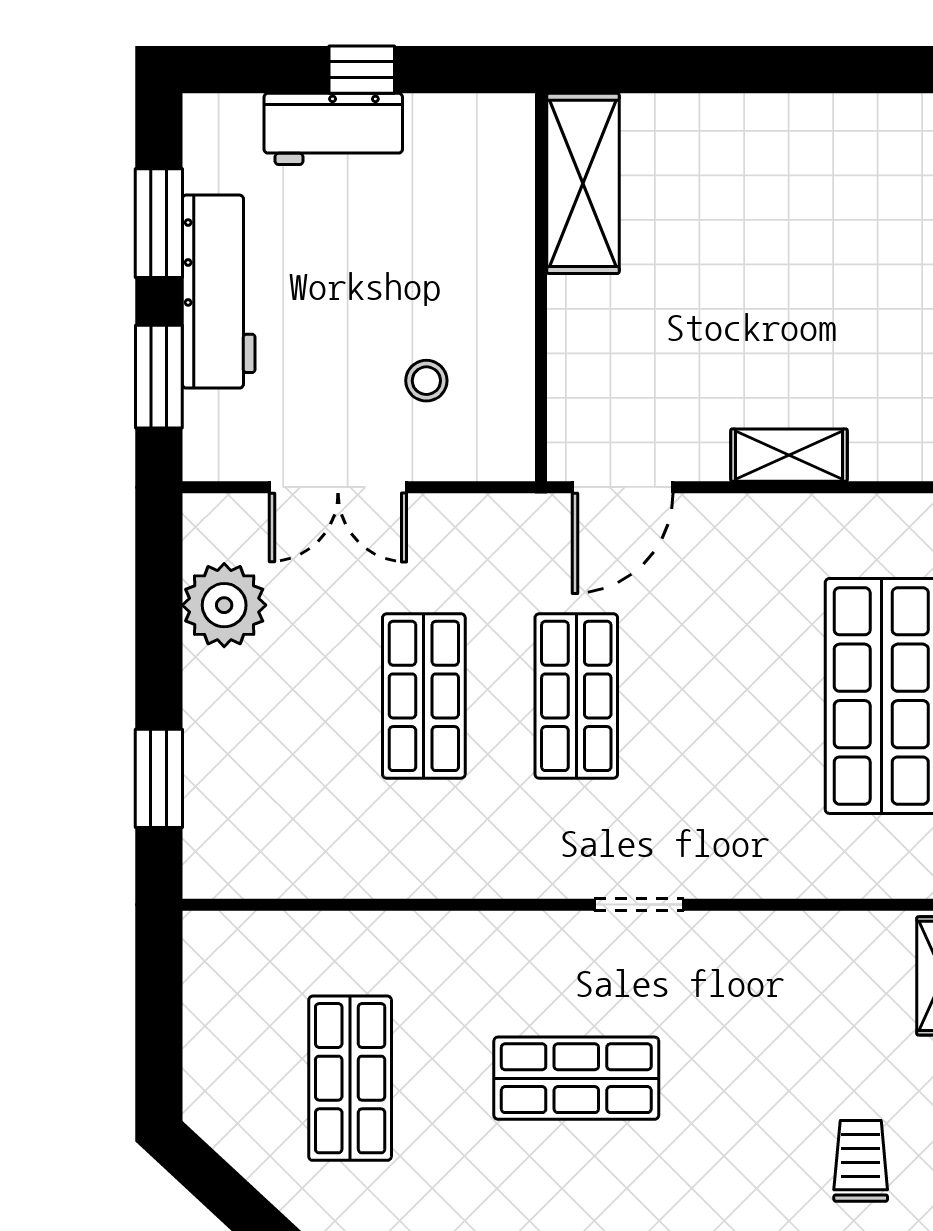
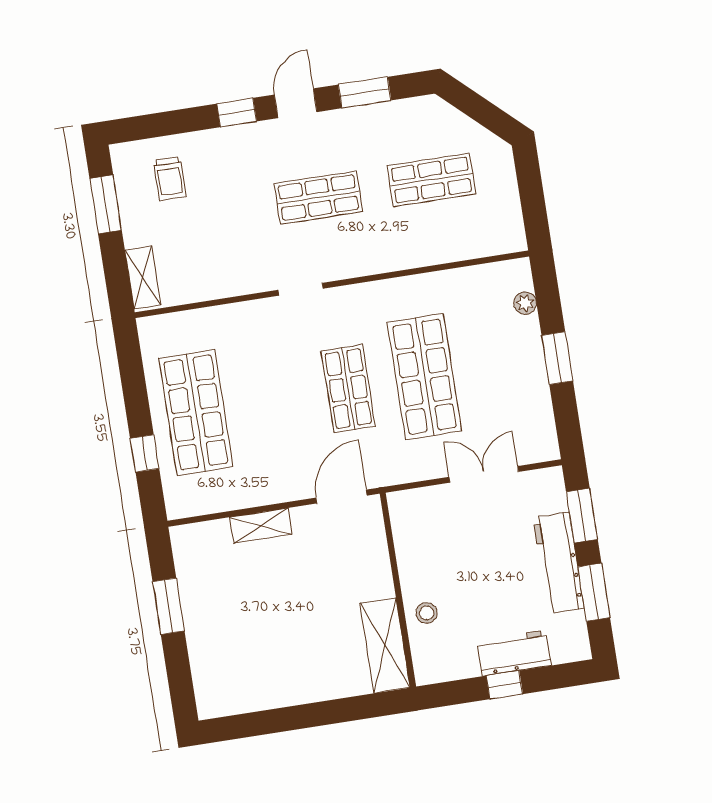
stool: (426, 381) -> (427, 613), moved
plant: (224, 605) -> (525, 303), moved, width x0.53, depth x0.53
shop shelf: (424, 696) -> (424, 377), width x1.43, depth x1.36
window: (159, 778) -> (557, 358), moved
shop shelf: (350, 1078) -> (431, 180), turned 90

